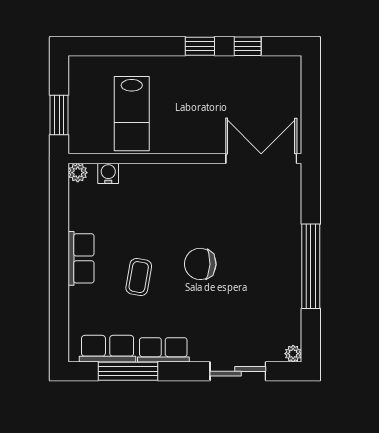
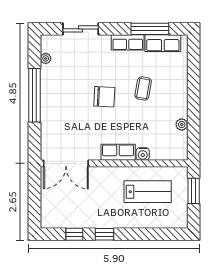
lab bench: (132, 114) -> (148, 192), turned 90
plant: (78, 173) -> (182, 124), moved
water cooler: (108, 173) -> (143, 154), moved
row of seats: (81, 258) -> (118, 152), moved, turned 90
plant: (293, 354) -> (46, 58), moved

